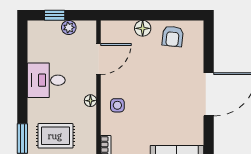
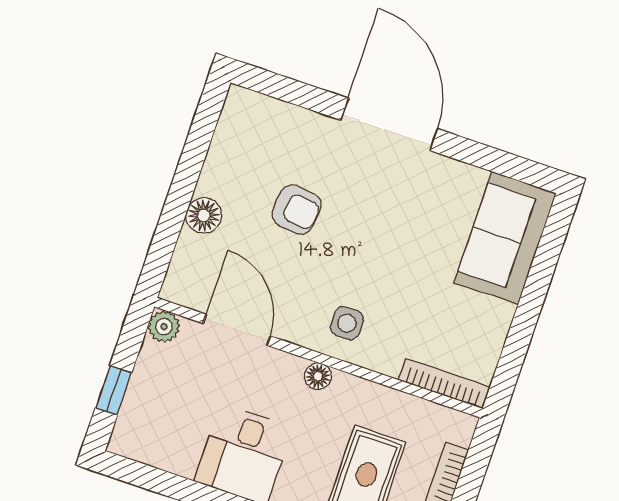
plant: (69, 27) -> (164, 327), moved
armchair: (173, 36) -> (296, 209), moved

